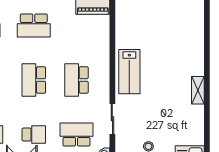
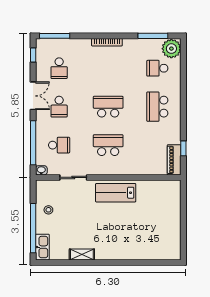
shelving: (198, 90) -> (82, 254), moved
school desk: (76, 135) -> (59, 145), width x0.54

